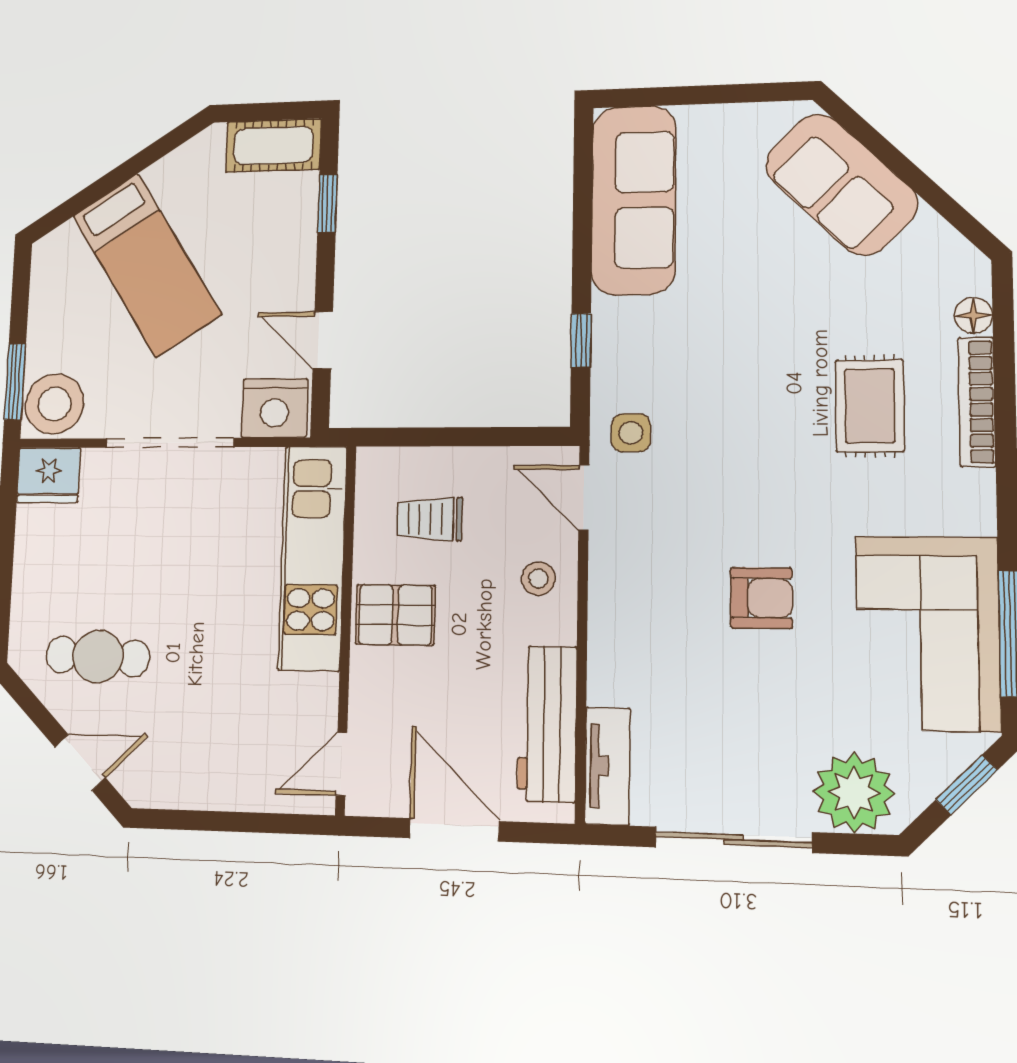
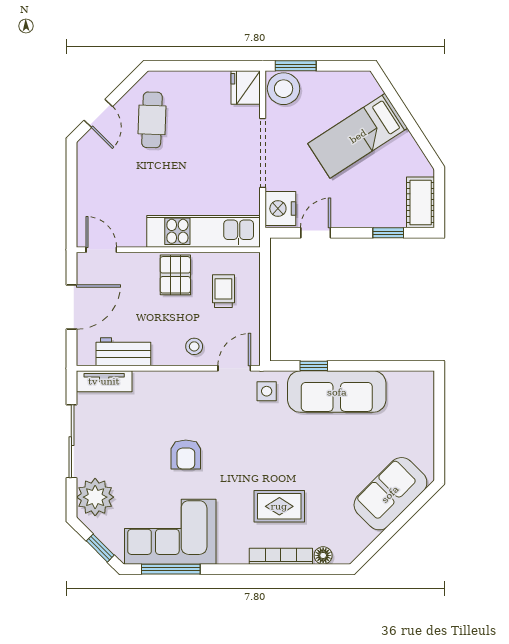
sofa: (634, 200) -> (337, 392), moved
workbench: (547, 724) -> (123, 352), width x0.73

